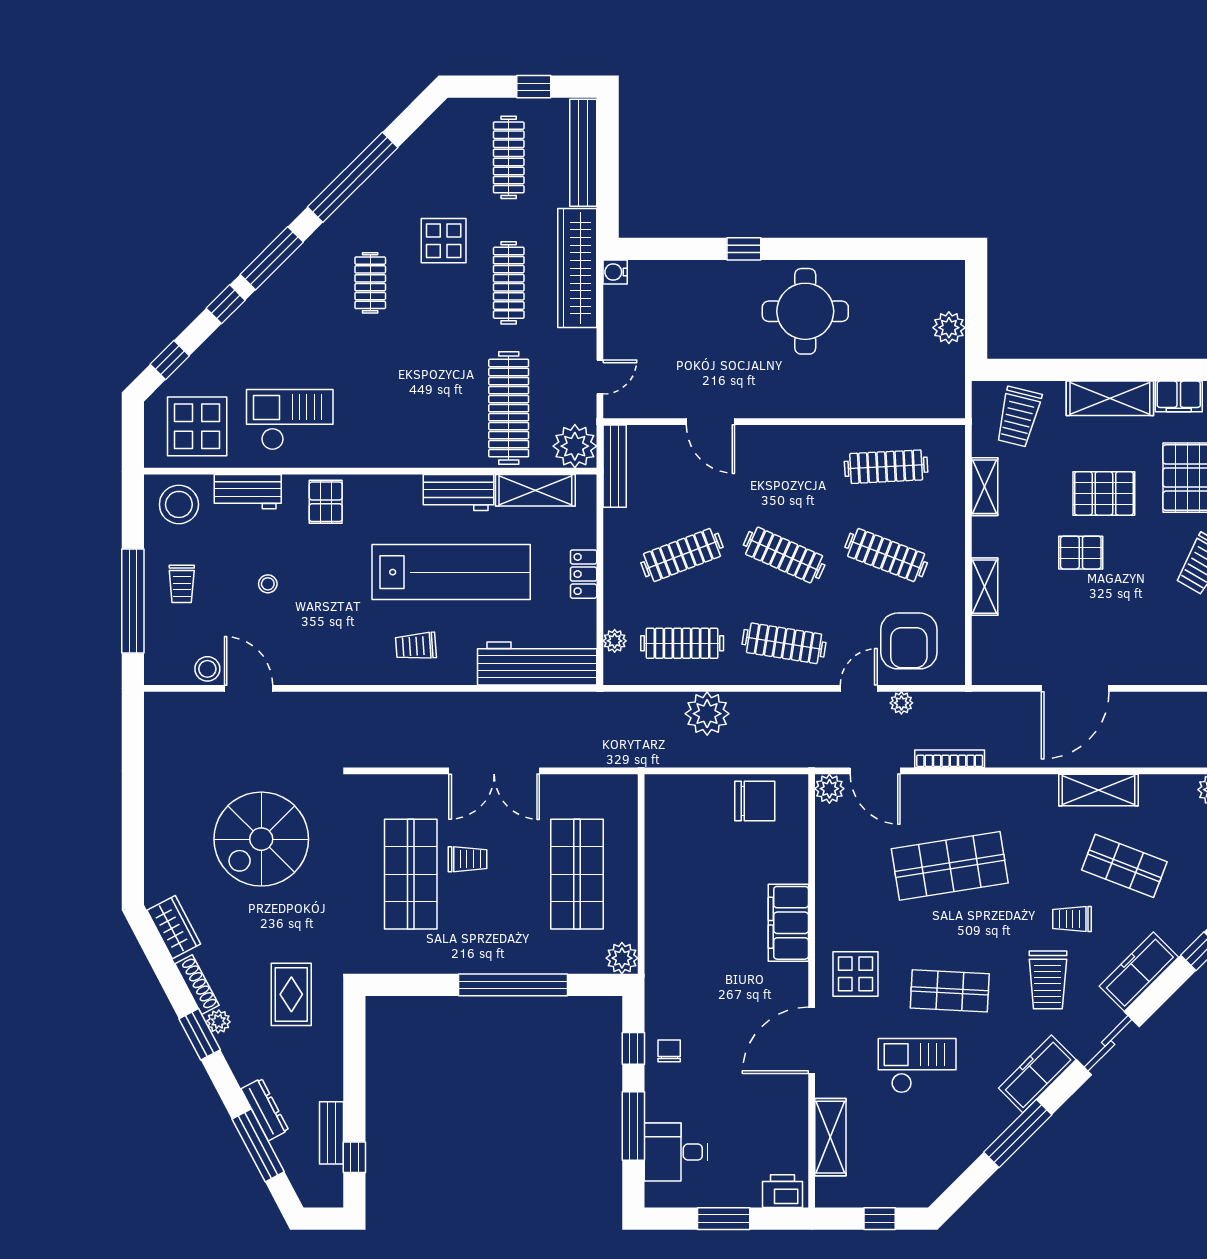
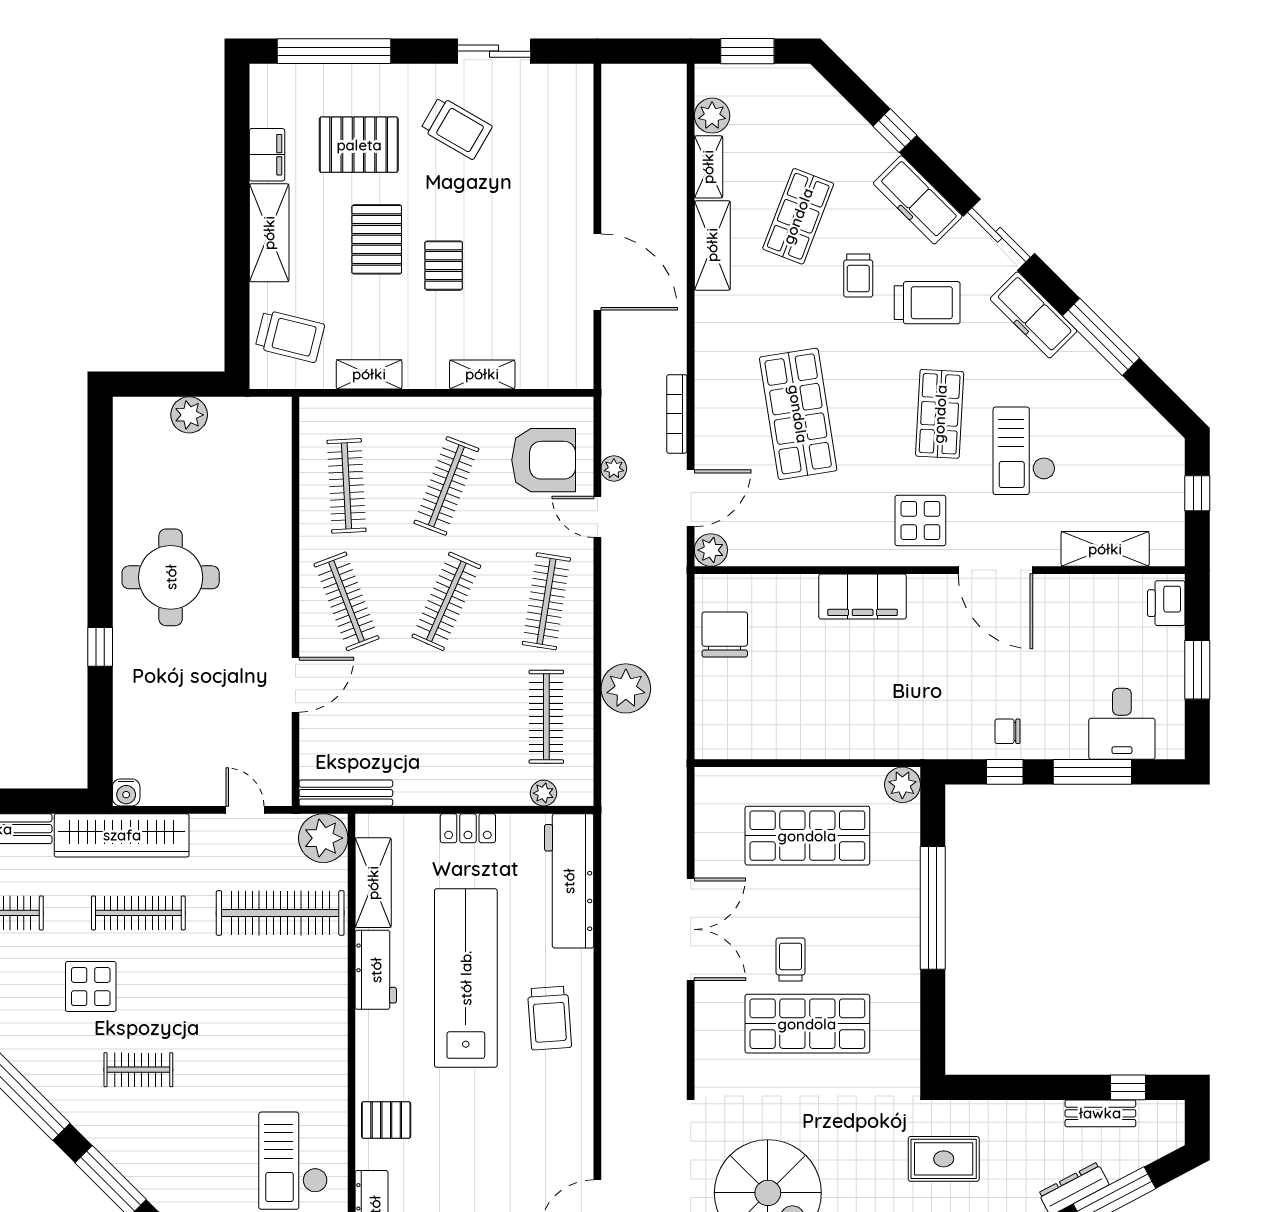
clothes rail: (682, 555) -> (347, 601), moved
stool: (268, 584) -> (479, 1185), removed
trolley: (416, 646) -> (549, 1018), width x1.36, depth x1.39
shelving: (1168, 787) -> (708, 167), added

